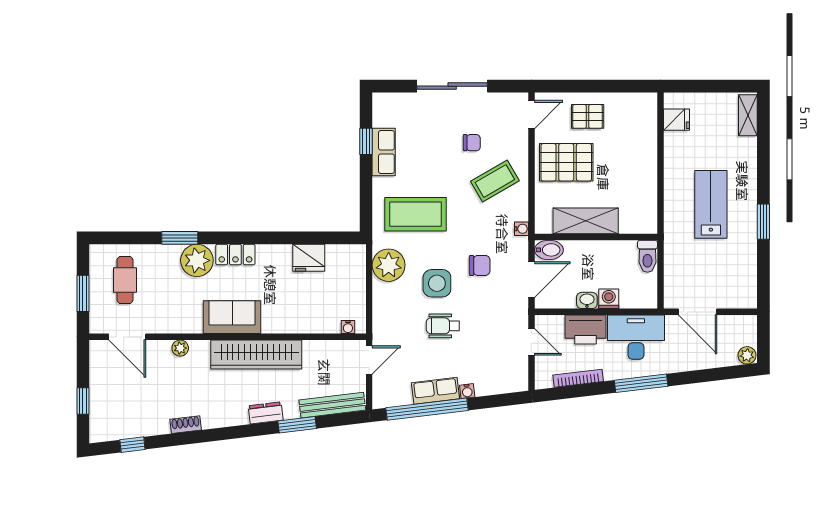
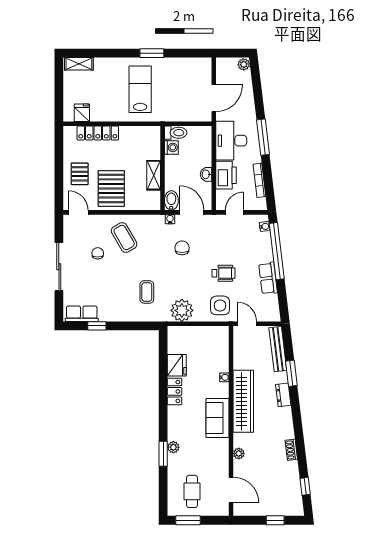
locker: (647, 143) -> (98, 133), added
row of seats: (384, 152) -> (82, 314), moved
lab bench: (711, 204) -> (140, 89), turned 90
coffee table: (415, 214) -> (147, 292), width x0.54, depth x0.58
shelving: (586, 221) -> (154, 175), width x0.67, depth x0.75
water cooler: (521, 229) -> (170, 219), moved
locker: (235, 255) -> (175, 391), moved
plant: (197, 260) -> (173, 447), width x0.53, depth x0.53
cafe table: (125, 280) -> (192, 491), turned 90
side table: (437, 283) -> (220, 305), moved
window: (83, 293) -> (188, 520), moved
washing machine: (609, 299) -> (171, 147), moved, turned 180
wheelchair: (443, 326) -> (223, 273), turned -90
water cooler: (348, 327) -> (224, 377), moved
door: (127, 337) -> (231, 490), hinge flipped
water cooler: (467, 391) -> (265, 226), moved
window: (427, 409) -> (277, 251), moved

